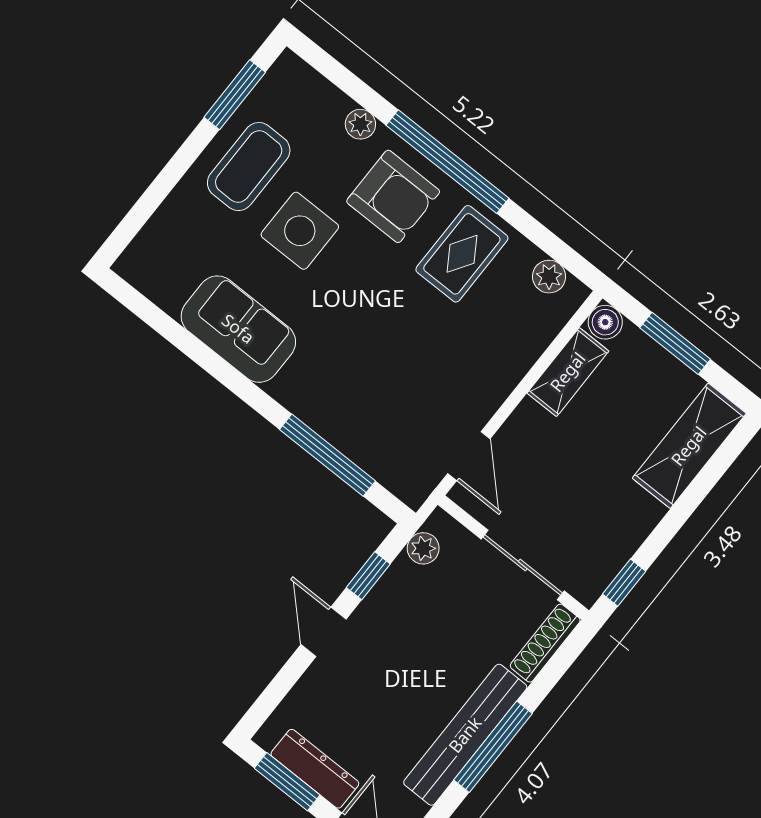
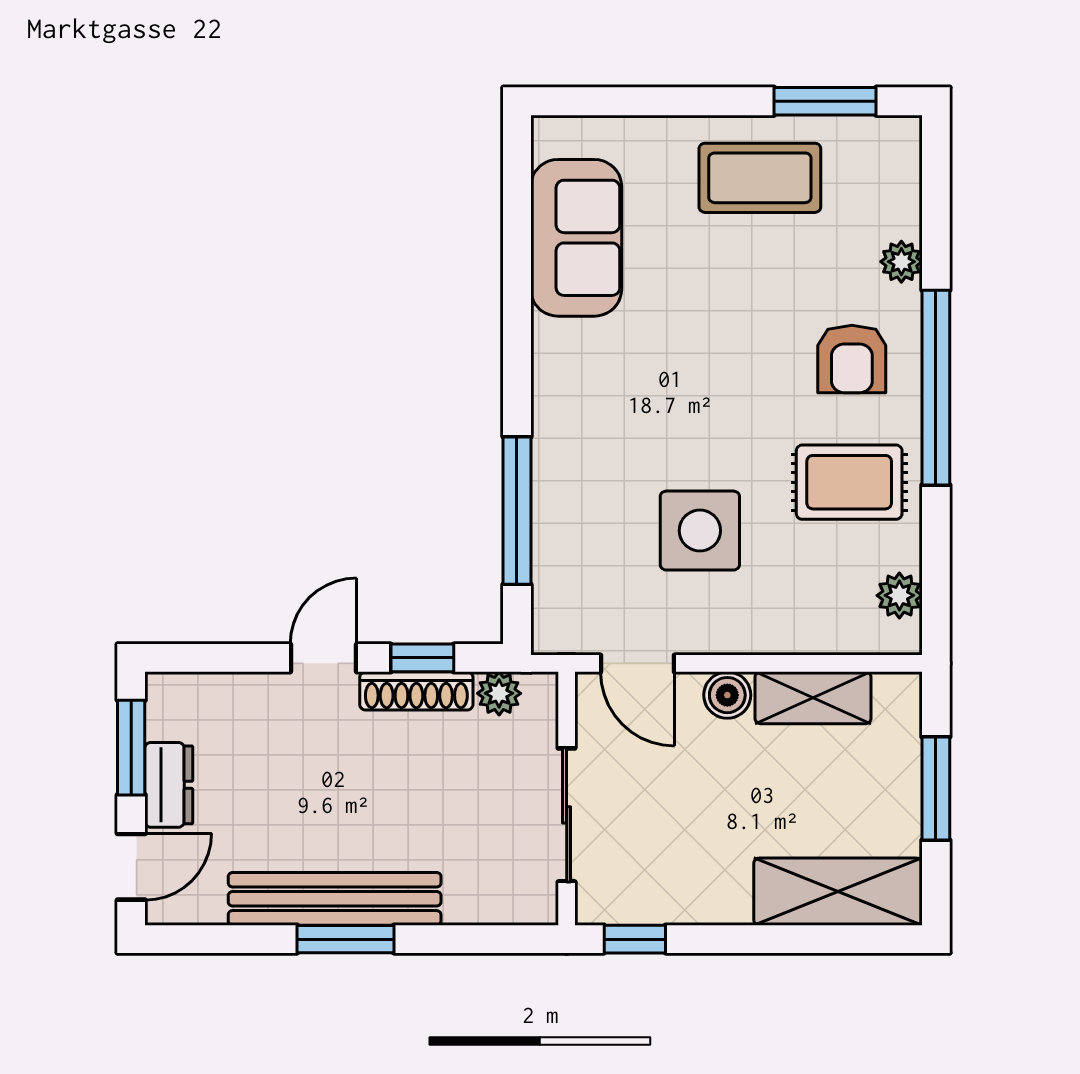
armchair: (393, 196) -> (852, 359), width x0.72, depth x0.72
side table: (300, 231) -> (700, 531), moved
boiler: (605, 322) -> (727, 695), moved
sofa: (238, 329) -> (576, 238), moved
door: (469, 456) -> (637, 663), hinge flipped
shoe rack: (545, 643) -> (416, 691), moved, turned 180
window: (493, 747) -> (346, 939), width x0.69
dresser: (315, 769) -> (169, 785), width x0.70

